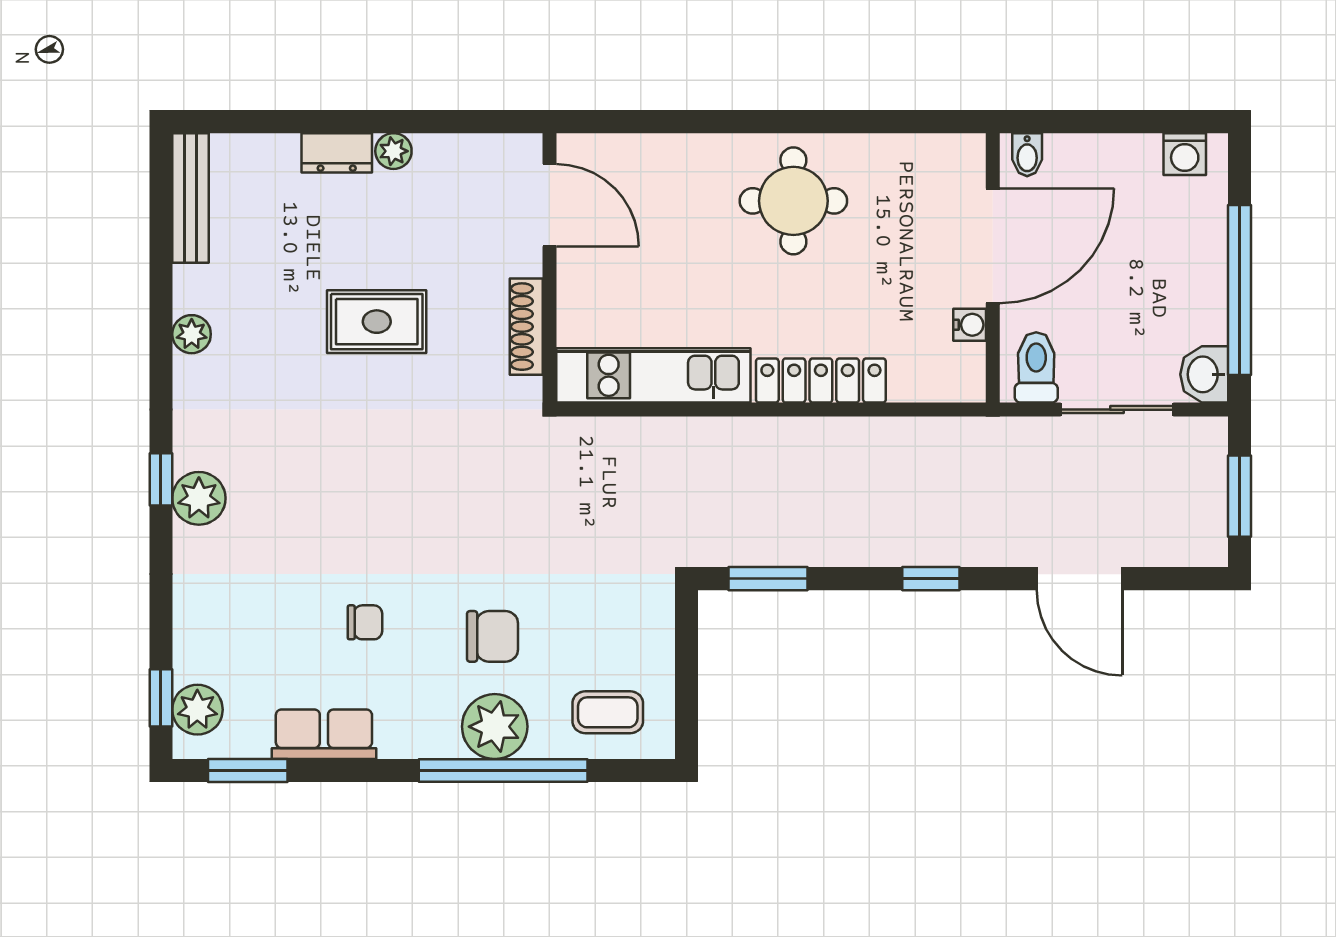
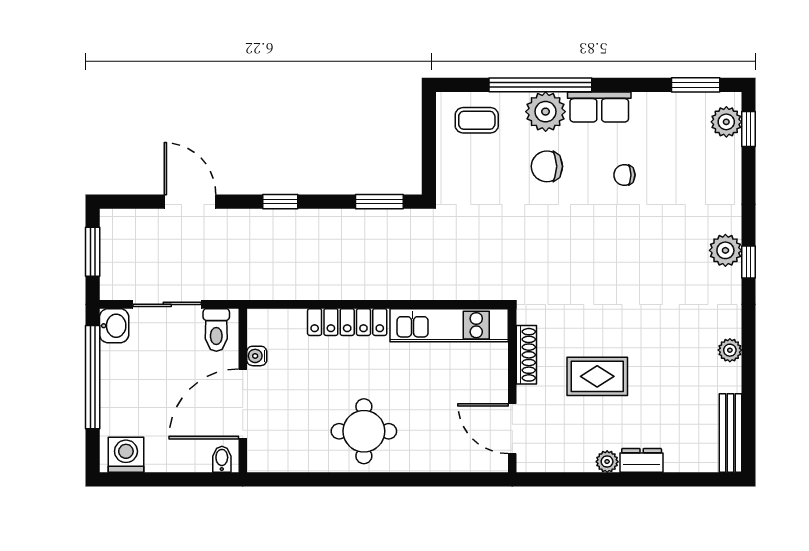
washing machine: (1185, 154) -> (126, 455), width x1.38, depth x1.38
rug: (377, 322) -> (597, 376), moved
row of seats: (324, 734) -> (599, 107), moved

